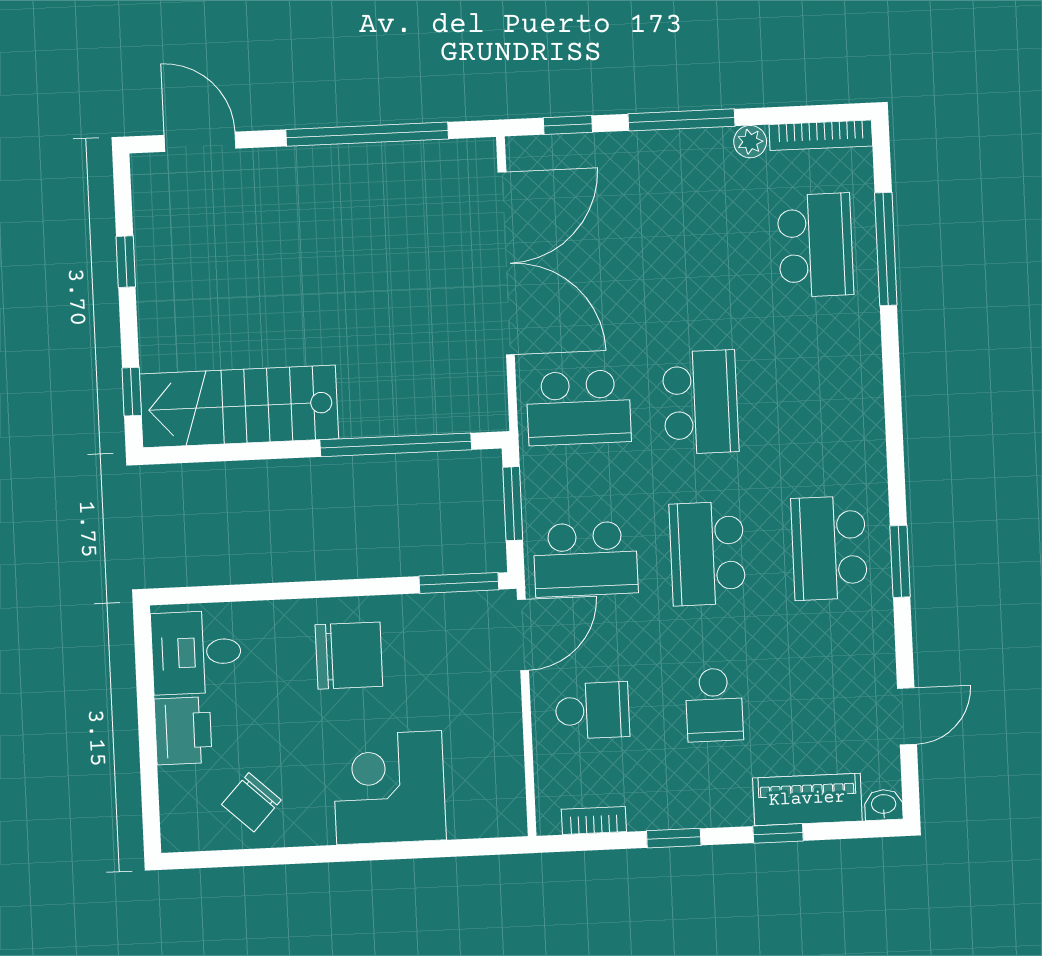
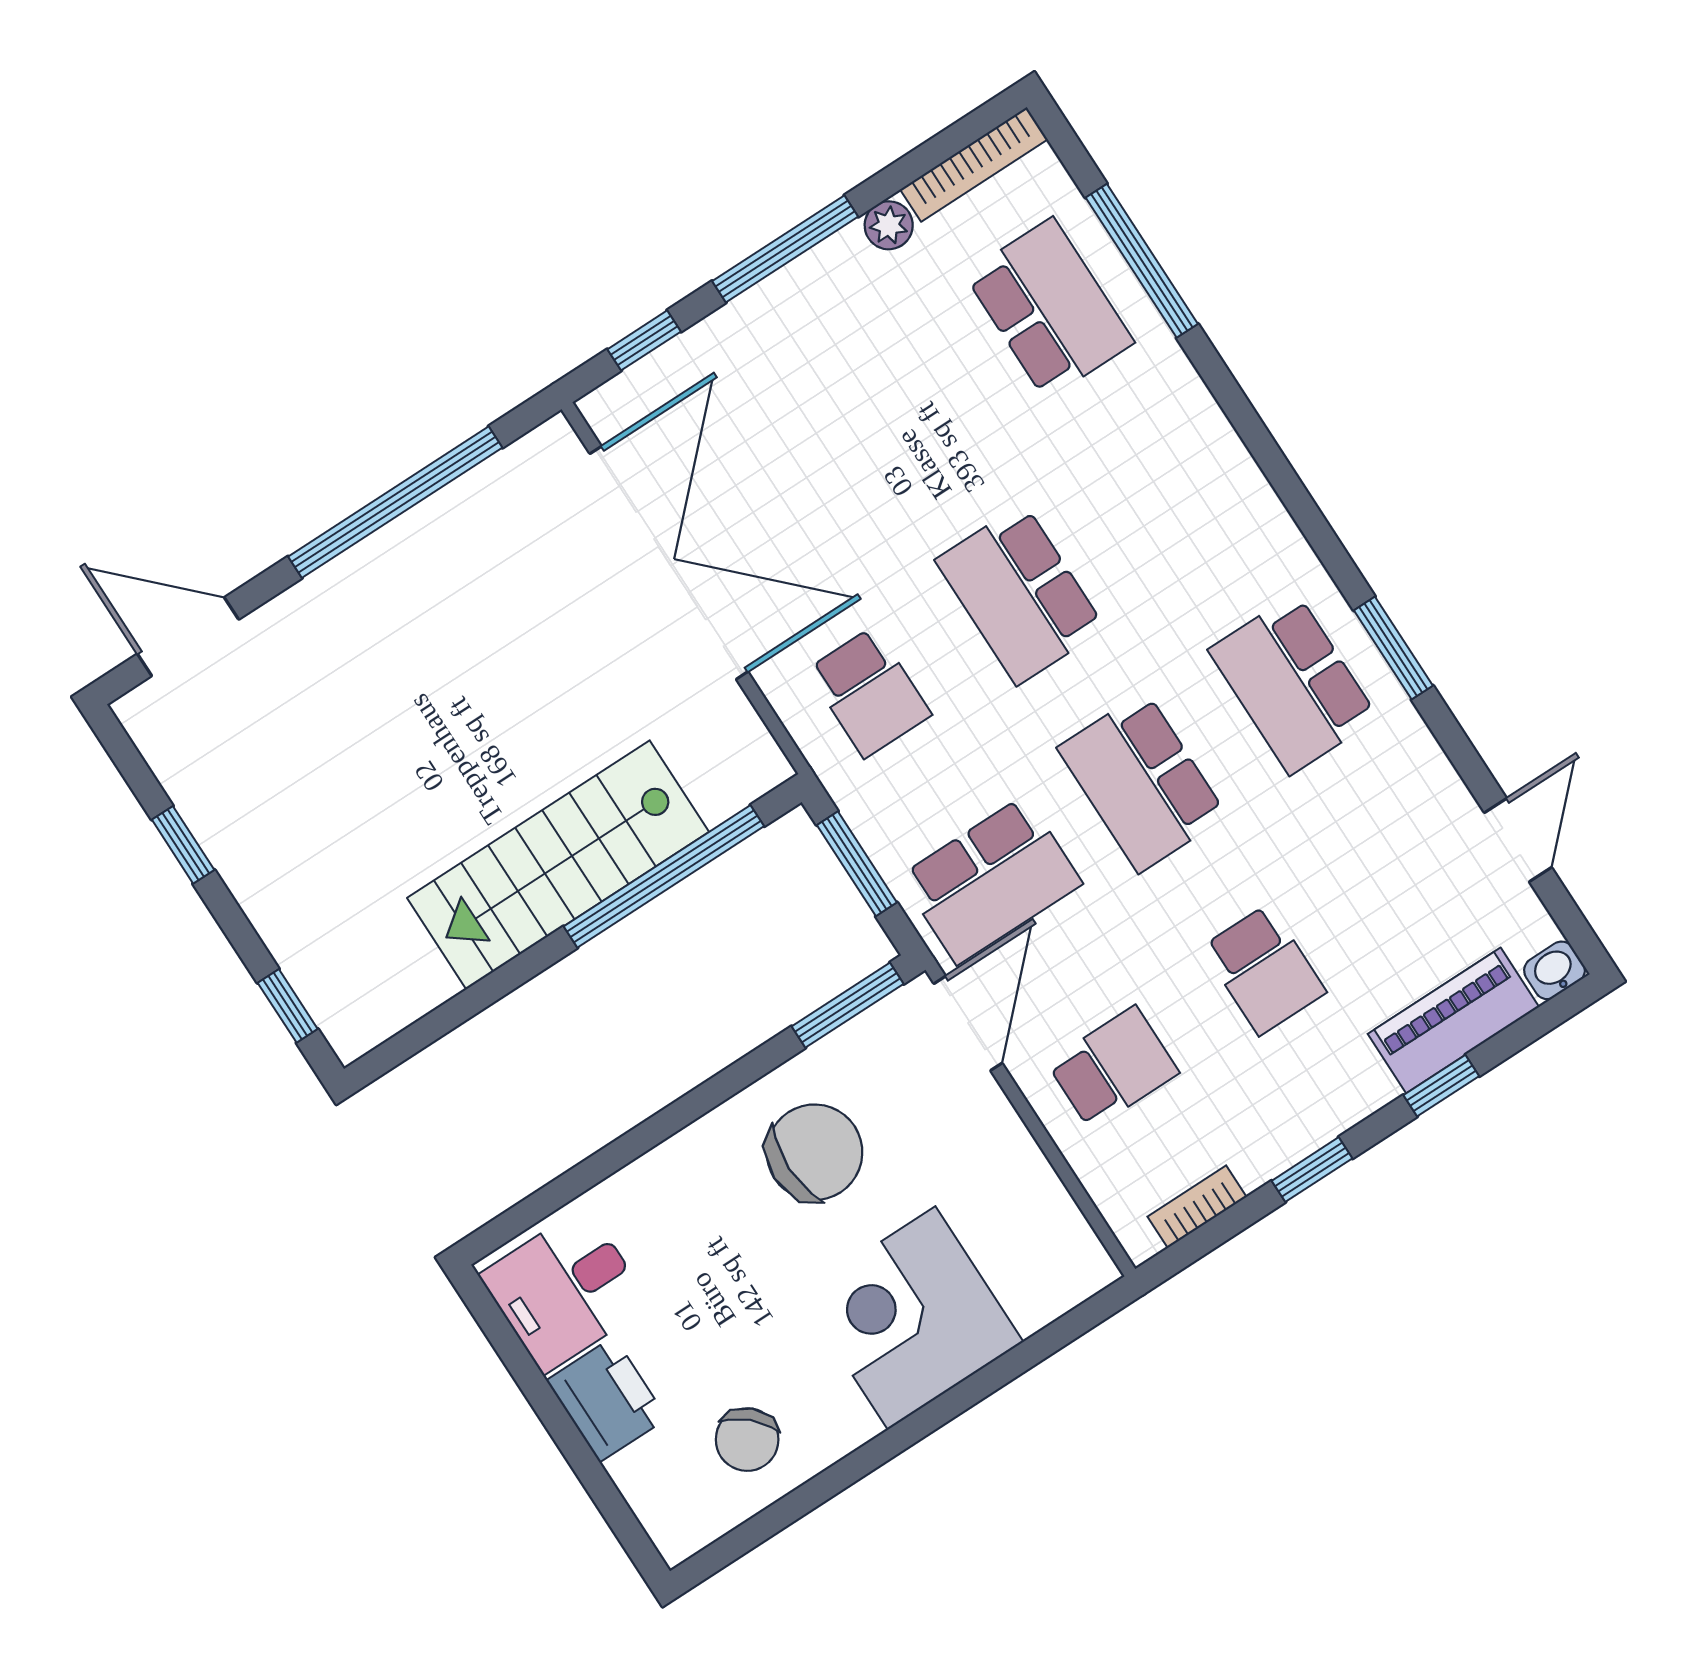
school desk: (700, 402) -> (1020, 594), turned 180
stairs: (239, 406) -> (558, 865), moved
school desk: (579, 408) -> (869, 692), width x0.54
chair: (349, 656) -> (814, 1152), moved

